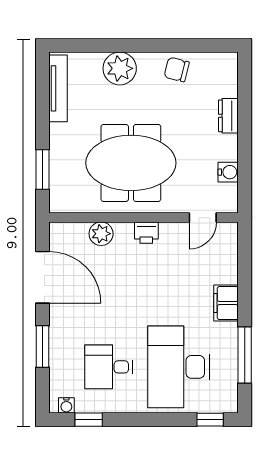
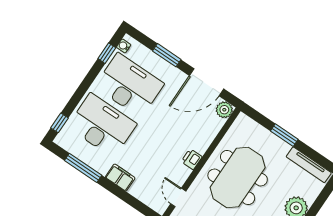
window: (43, 169) -> (284, 135), moved
plant: (101, 234) -> (224, 110), moved
desk: (109, 367) -> (129, 85), width x1.87, depth x1.30

